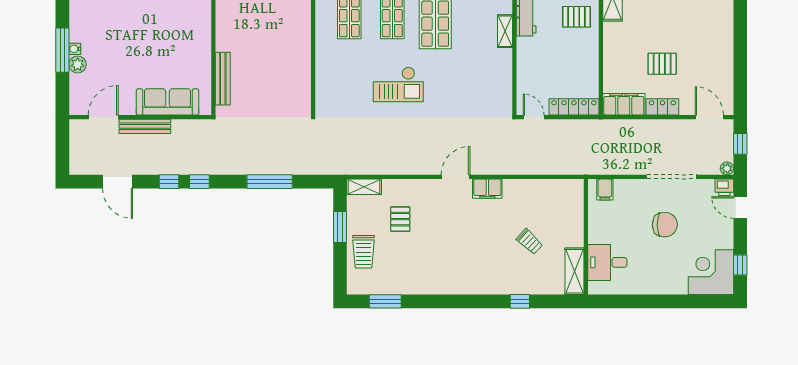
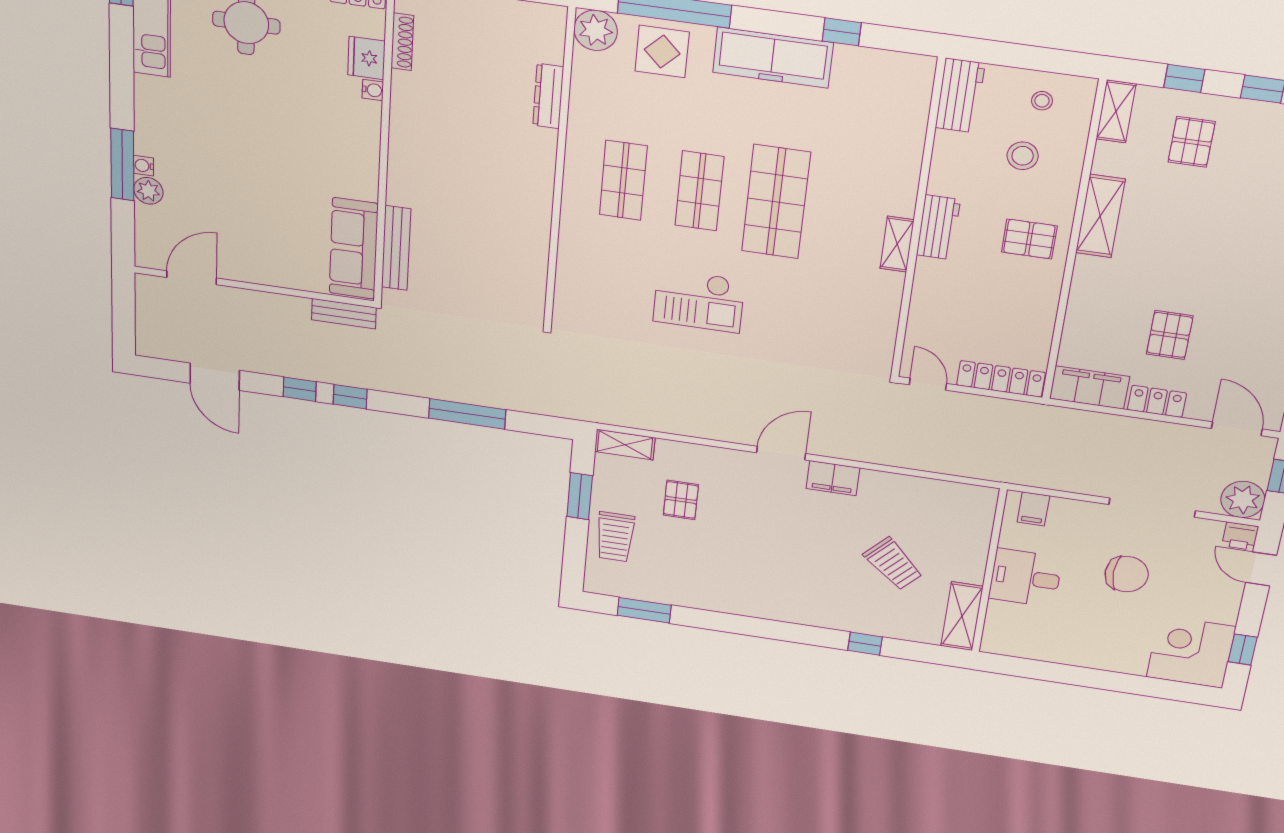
pallet: (662, 64) -> (1170, 335), turned 90
sofa: (167, 102) -> (354, 249), moved, turned -90
bench: (145, 126) -> (344, 314), moved, width x0.73
plant: (727, 168) -> (1243, 499), width x1.87, depth x1.87
trolley: (529, 242) -> (893, 564), width x1.36, depth x1.39
desk: (607, 262) -> (1025, 578), moved

